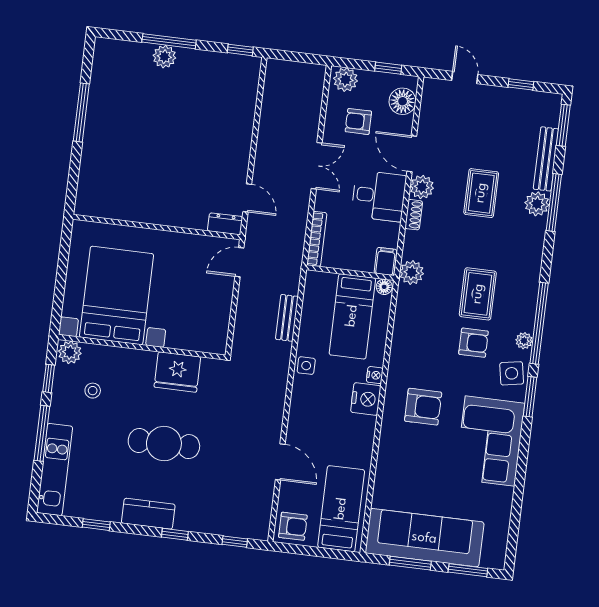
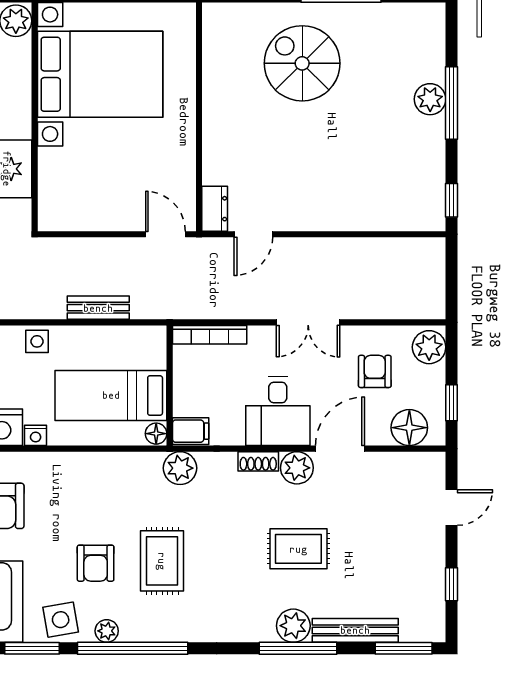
spiral stairs: (127, 147) -> (302, 63), added
rug: (478, 294) -> (162, 561), turned 90

